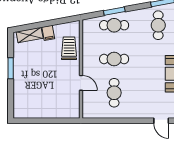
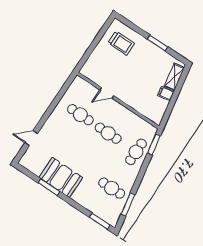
window: (114, 11) -> (154, 144), moved
trolley: (69, 48) -> (121, 43), moved
cafe table: (114, 59) -> (108, 133), turned 90

